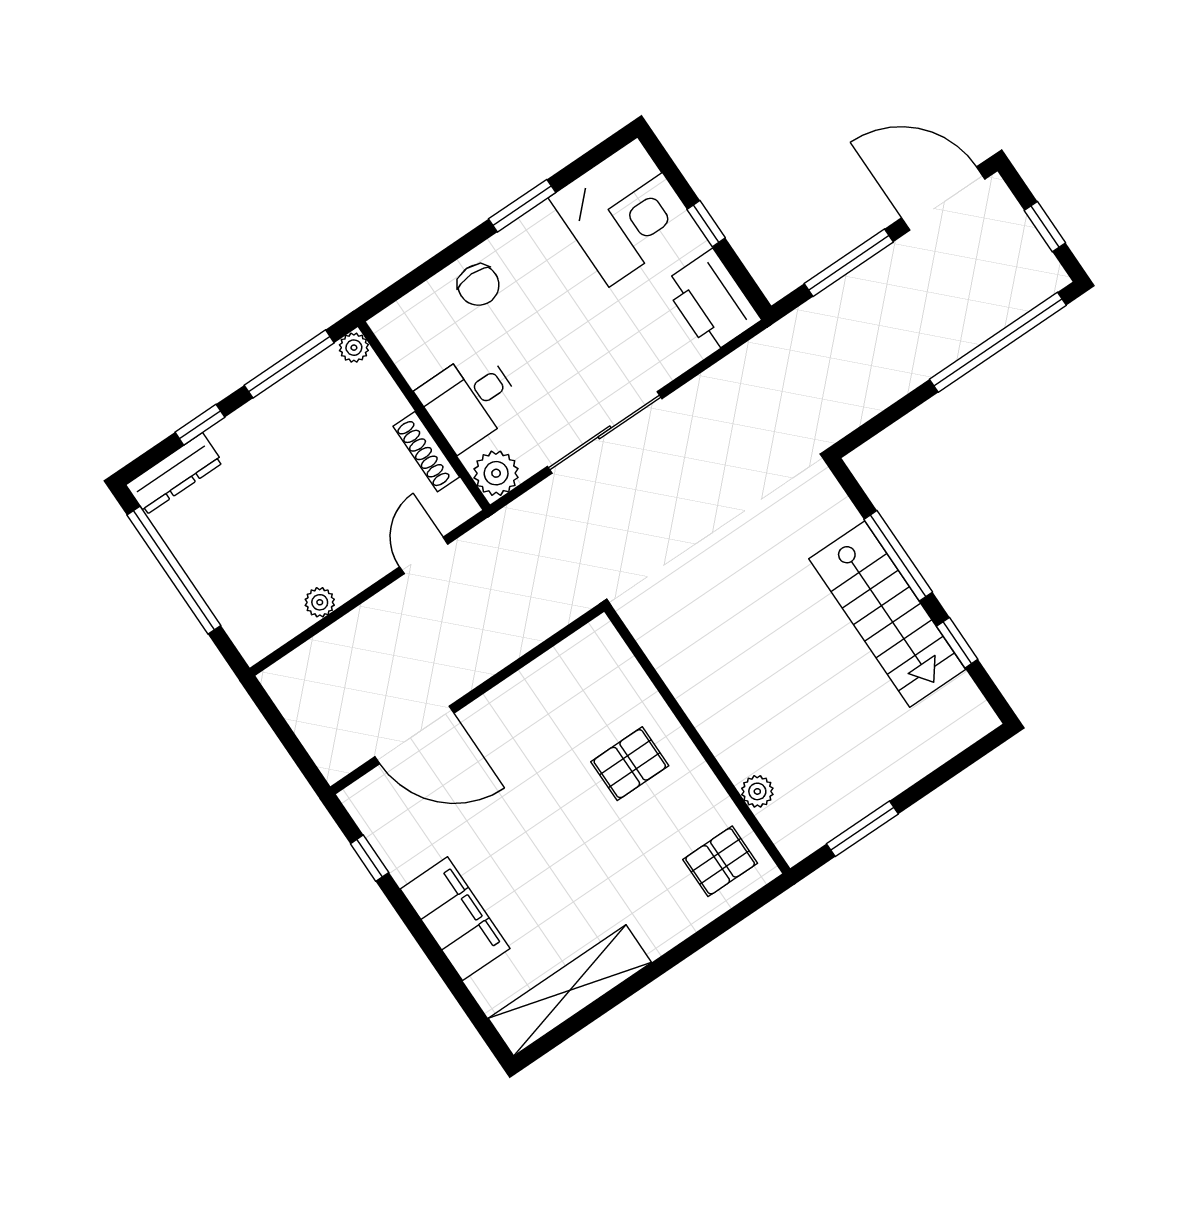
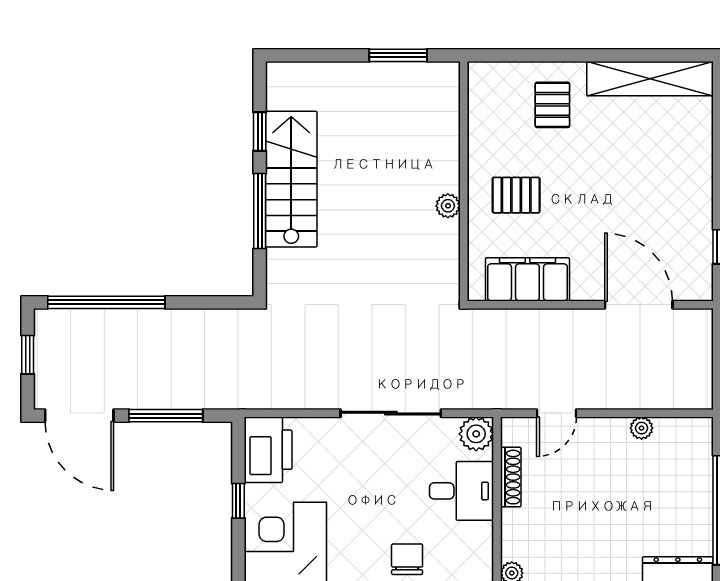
plant: (757, 791) -> (448, 206), moved
pallet: (720, 861) -> (552, 105), moved, turned 90
filing cabinet: (455, 919) -> (527, 279), moved, turned 90

